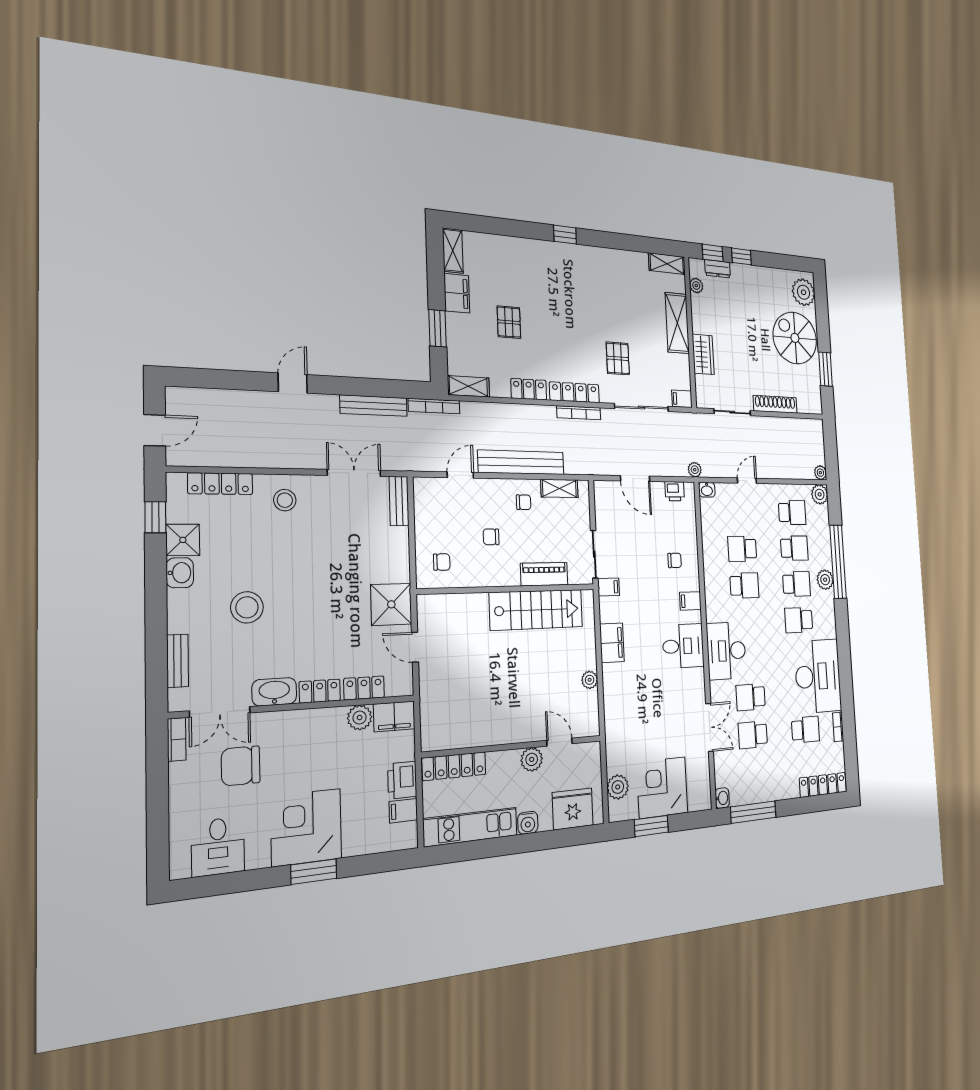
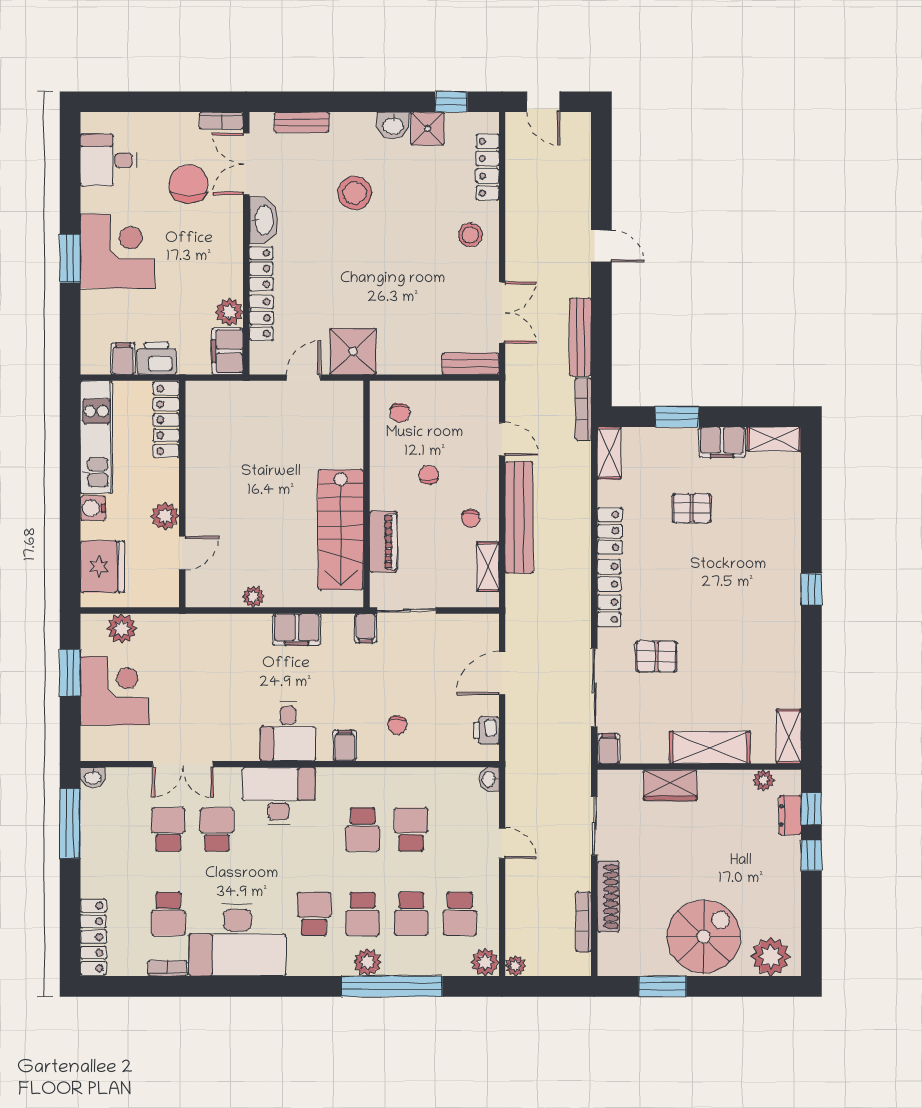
bookcase: (579, 413) -> (584, 922), moved
plant: (695, 470) -> (515, 762), removed

